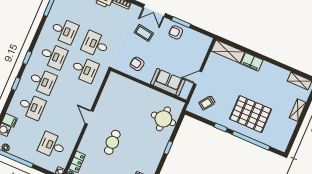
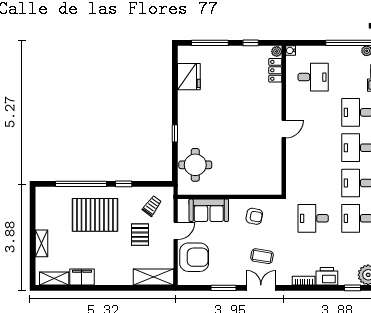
armchair: (176, 32) -> (194, 257), moved, width x1.88, depth x1.88
desk: (96, 44) -> (313, 218), turned 180
filing cabinet: (252, 62) -> (82, 277), moved
desk: (85, 70) -> (313, 183), removed
pallet: (224, 86) -> (140, 235), added
door: (89, 117) -> (284, 129), hinge flipped
cafe table: (112, 142) -> (244, 111), removed

